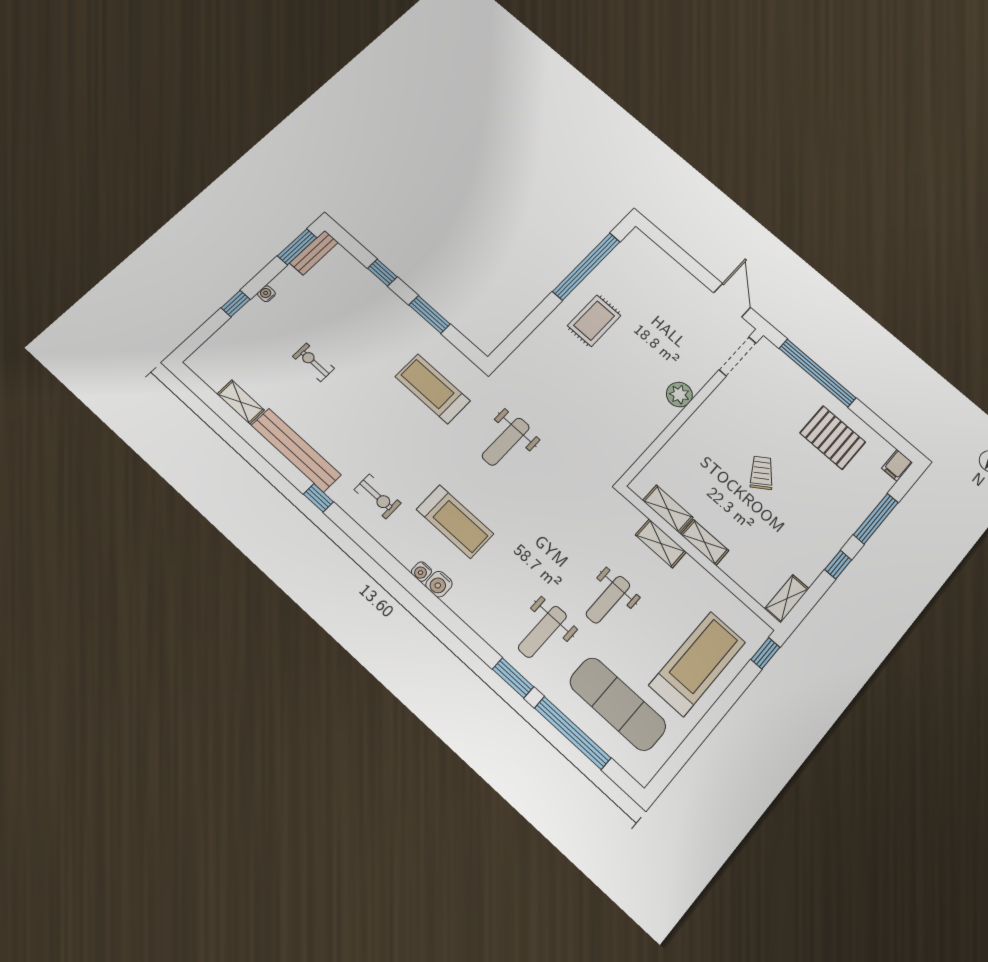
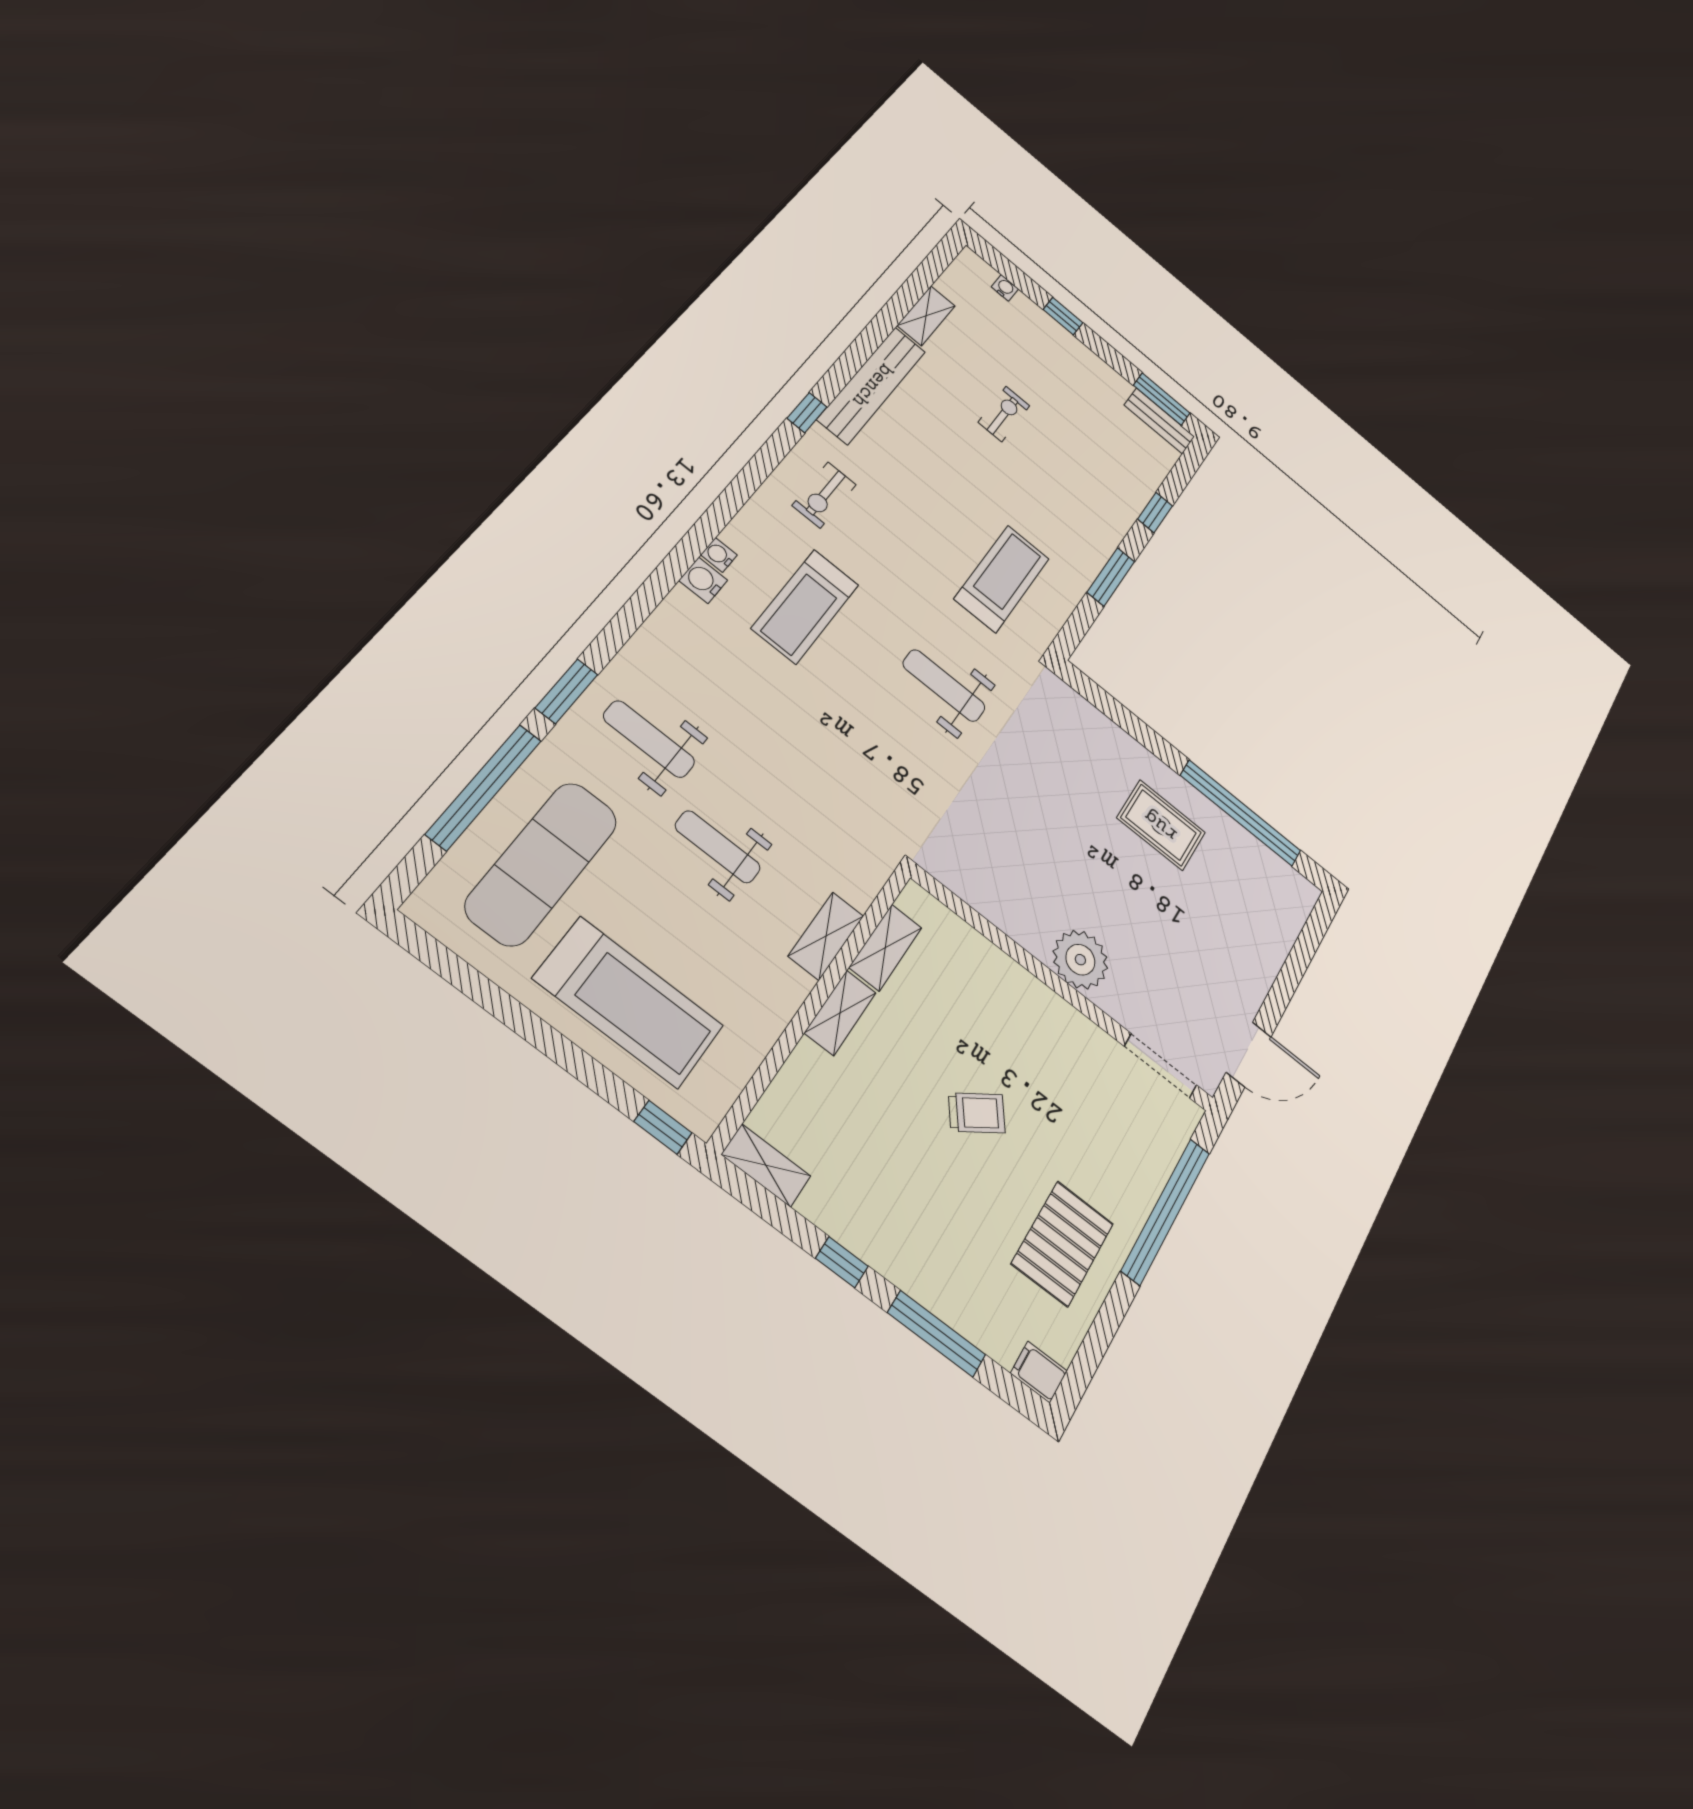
water cooler: (266, 294) -> (1005, 288), moved
plant: (679, 394) -> (1080, 960), width x1.36, depth x1.36

